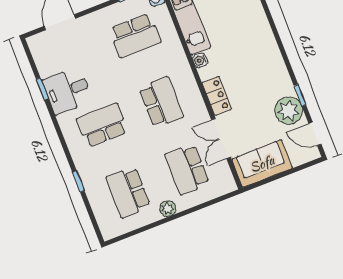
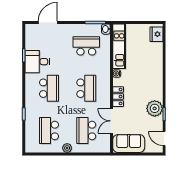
school desk: (135, 36) -> (86, 46), turned 180
plant: (289, 111) -> (155, 108), moved
school desk: (102, 125) -> (49, 88), turned 90

